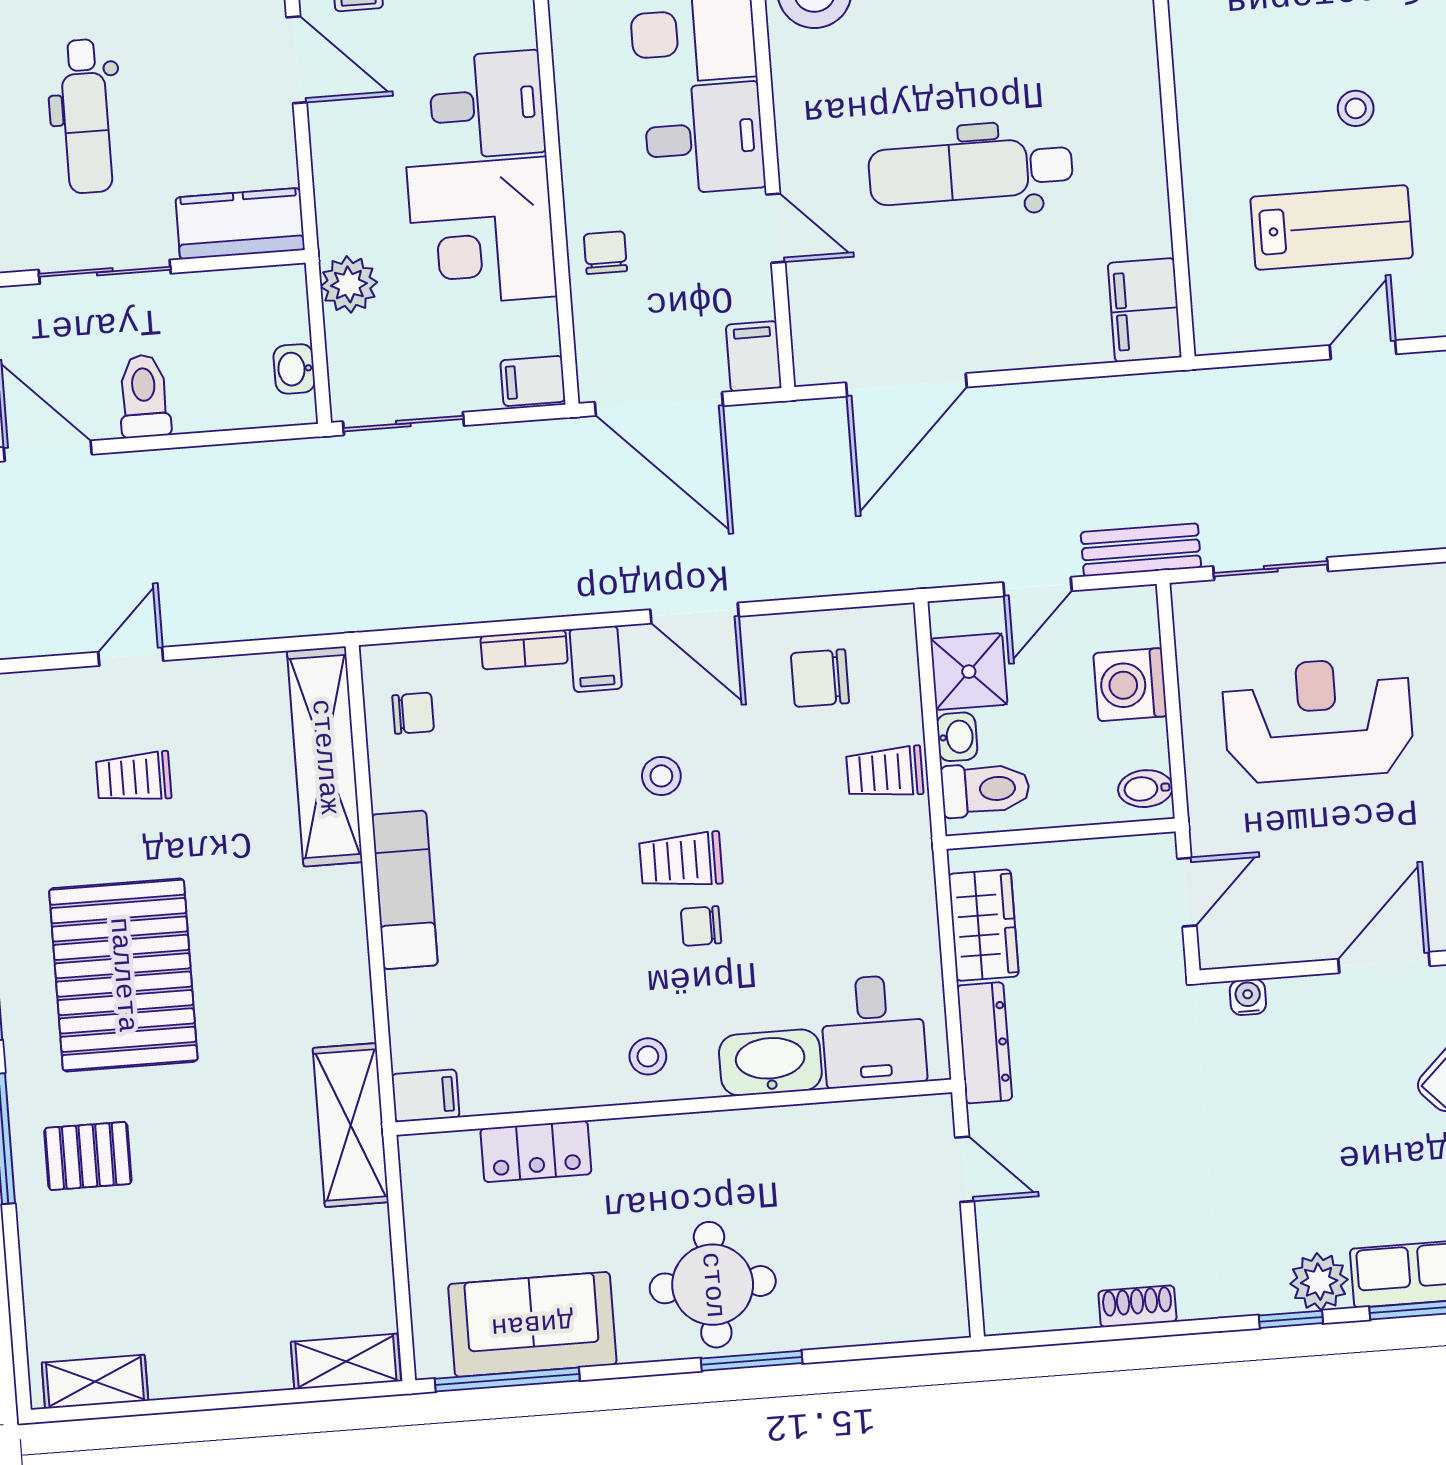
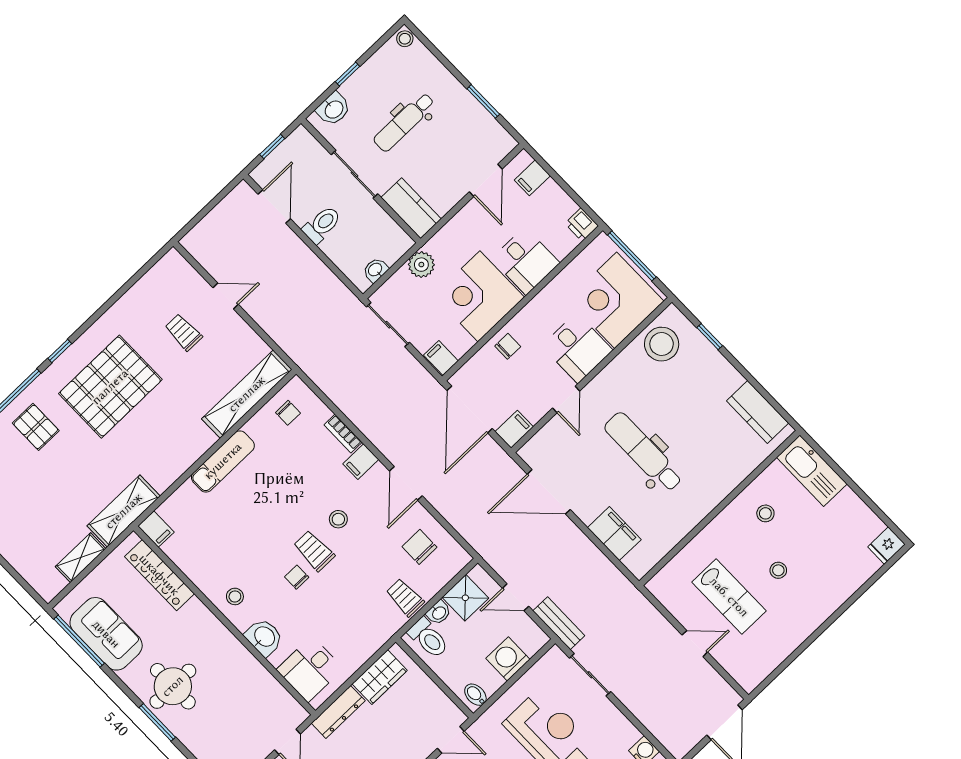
stool: (1242, 51) -> (765, 513), added
filing cabinet: (1145, 310) -> (614, 534), moved, turned 90
washbasin: (770, 1063) -> (264, 637), width x0.72
locker: (536, 1151) -> (159, 575), width x1.53
shelving: (346, 1362) -> (81, 558), moved, turned 90

